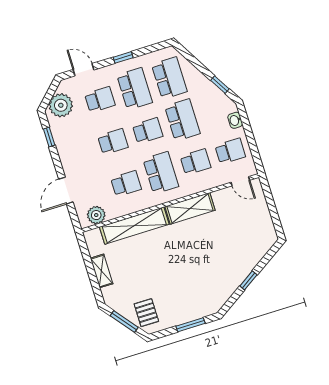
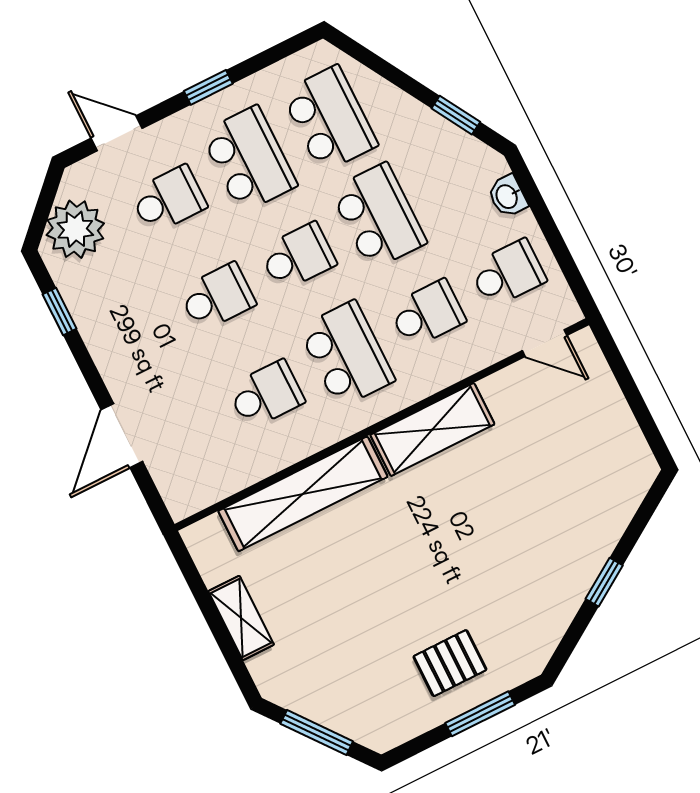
plant: (96, 215) -> (206, 483), removed
pallet: (146, 313) -> (450, 663), moved, turned 90

